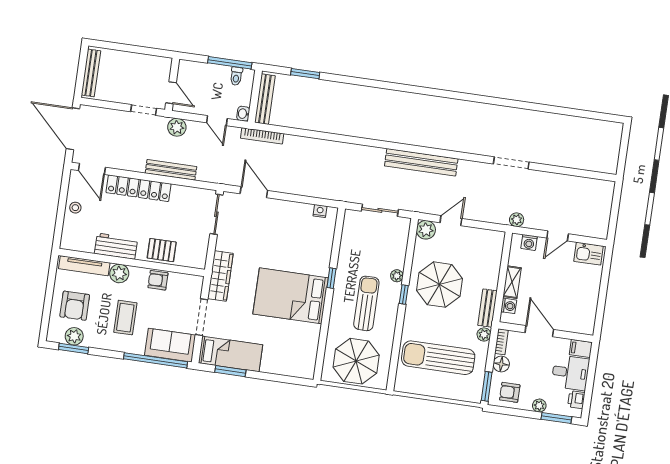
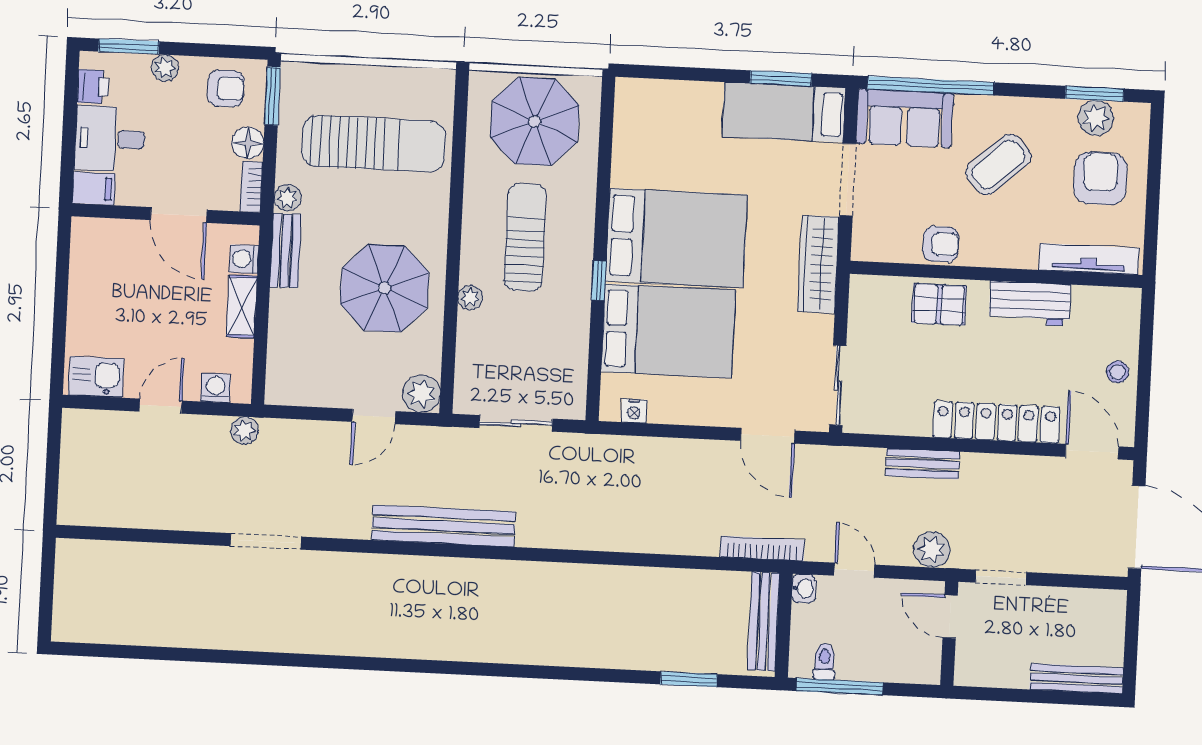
bench: (91, 73) -> (1076, 679), moved, turned 90
bench: (171, 170) -> (923, 464), width x0.73
bed: (299, 250) -> (668, 331), added
plant: (119, 273) -> (1018, 250), removed
window: (404, 295) -> (453, 262), removed
sun lounger: (366, 303) -> (525, 237), turned 180
coffee table: (125, 318) -> (998, 164), turned 48

